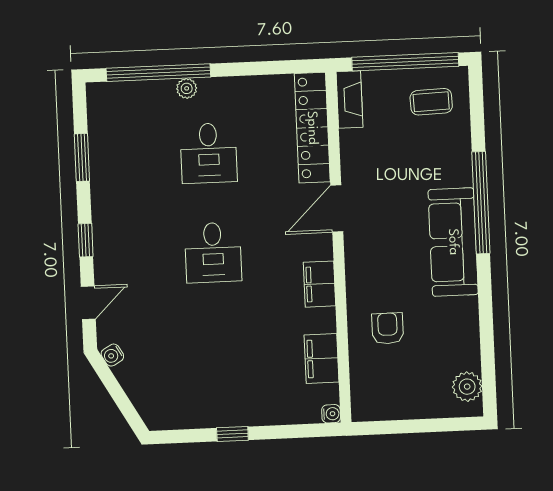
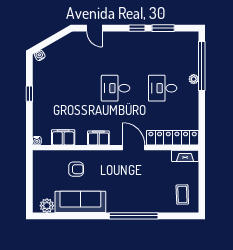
window: (405, 62) -> (202, 183), removed
window: (86, 240) -> (137, 28), moved
sofa: (453, 242) -> (80, 202), moved
water cooler: (112, 355) -> (40, 55), moved

